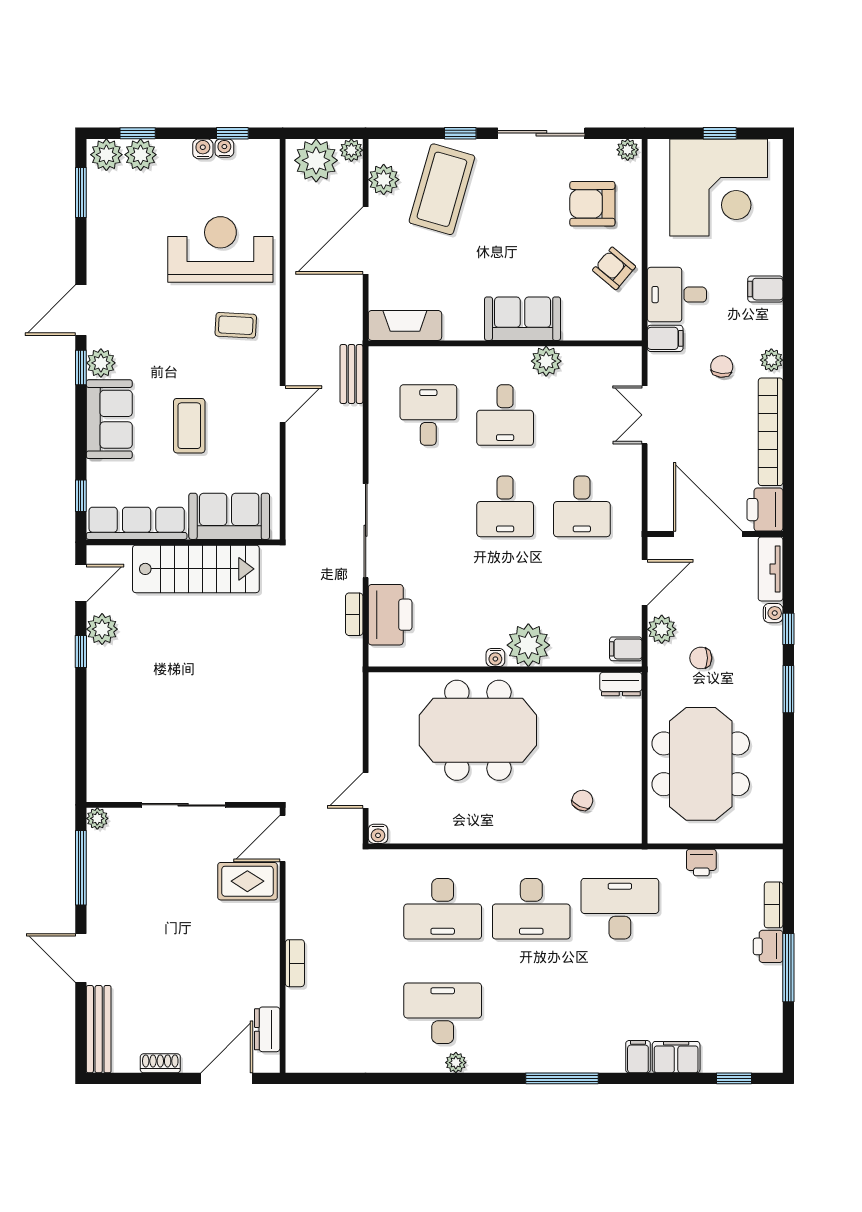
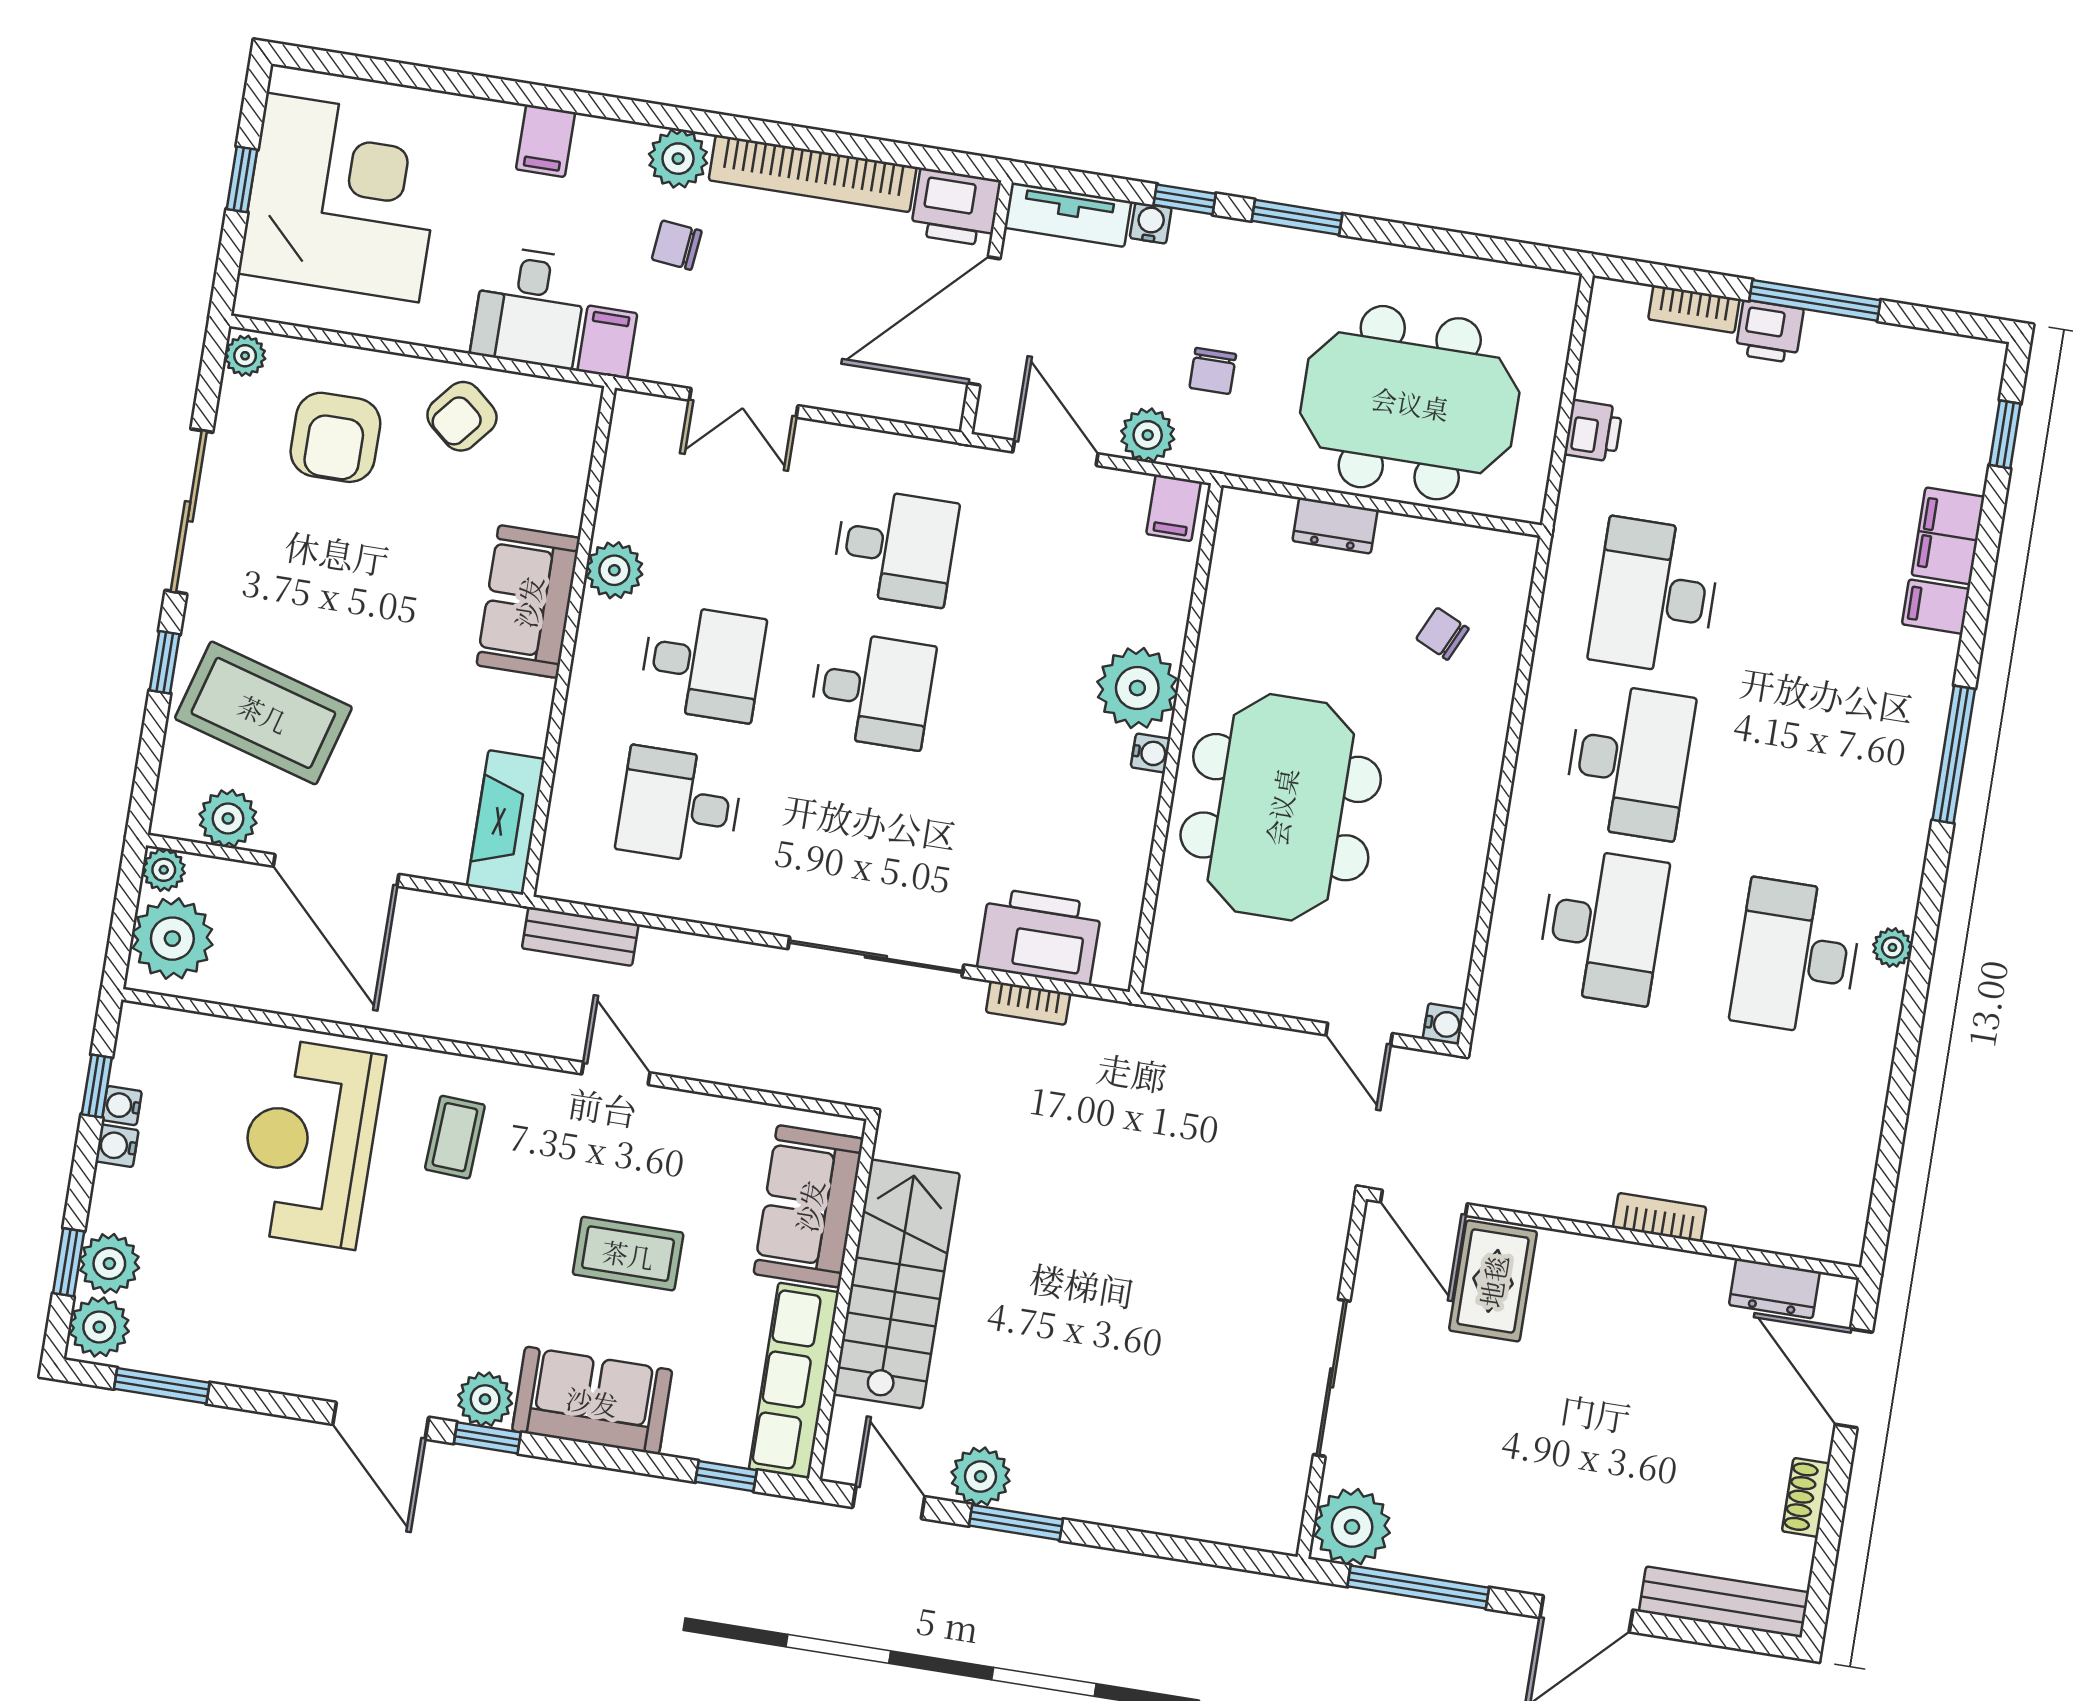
plant: (771, 360) -> (678, 159), width x1.38, depth x1.38
window: (81, 652) -> (1016, 1523), width x1.50
dresser: (621, 684) -> (1335, 525), moved, turned 90
plant: (97, 818) -> (1352, 1527), width x1.88, depth x1.88

